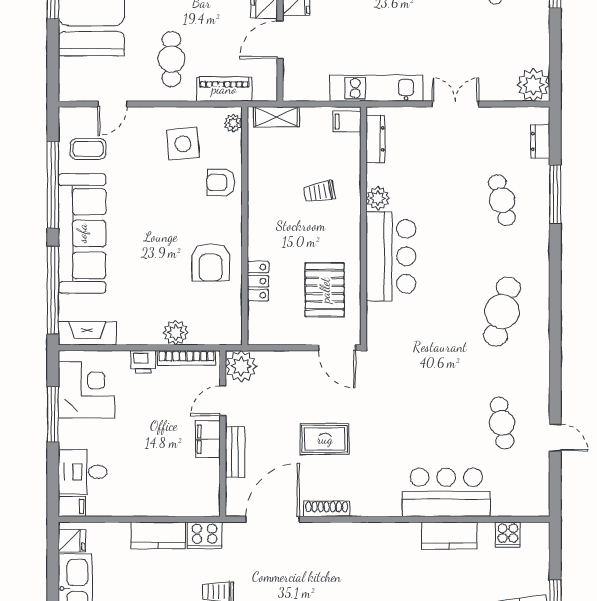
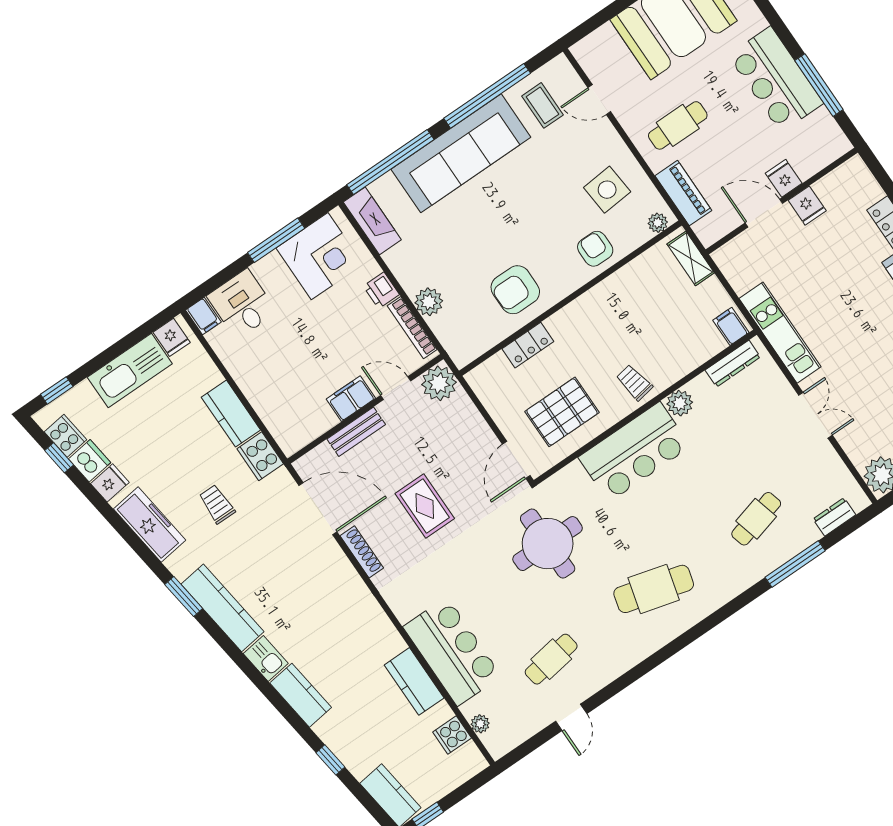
trolley: (319, 192) -> (634, 382), moved
round table: (415, 367) -> (548, 544), added
plant: (514, 508) -> (480, 724), added

